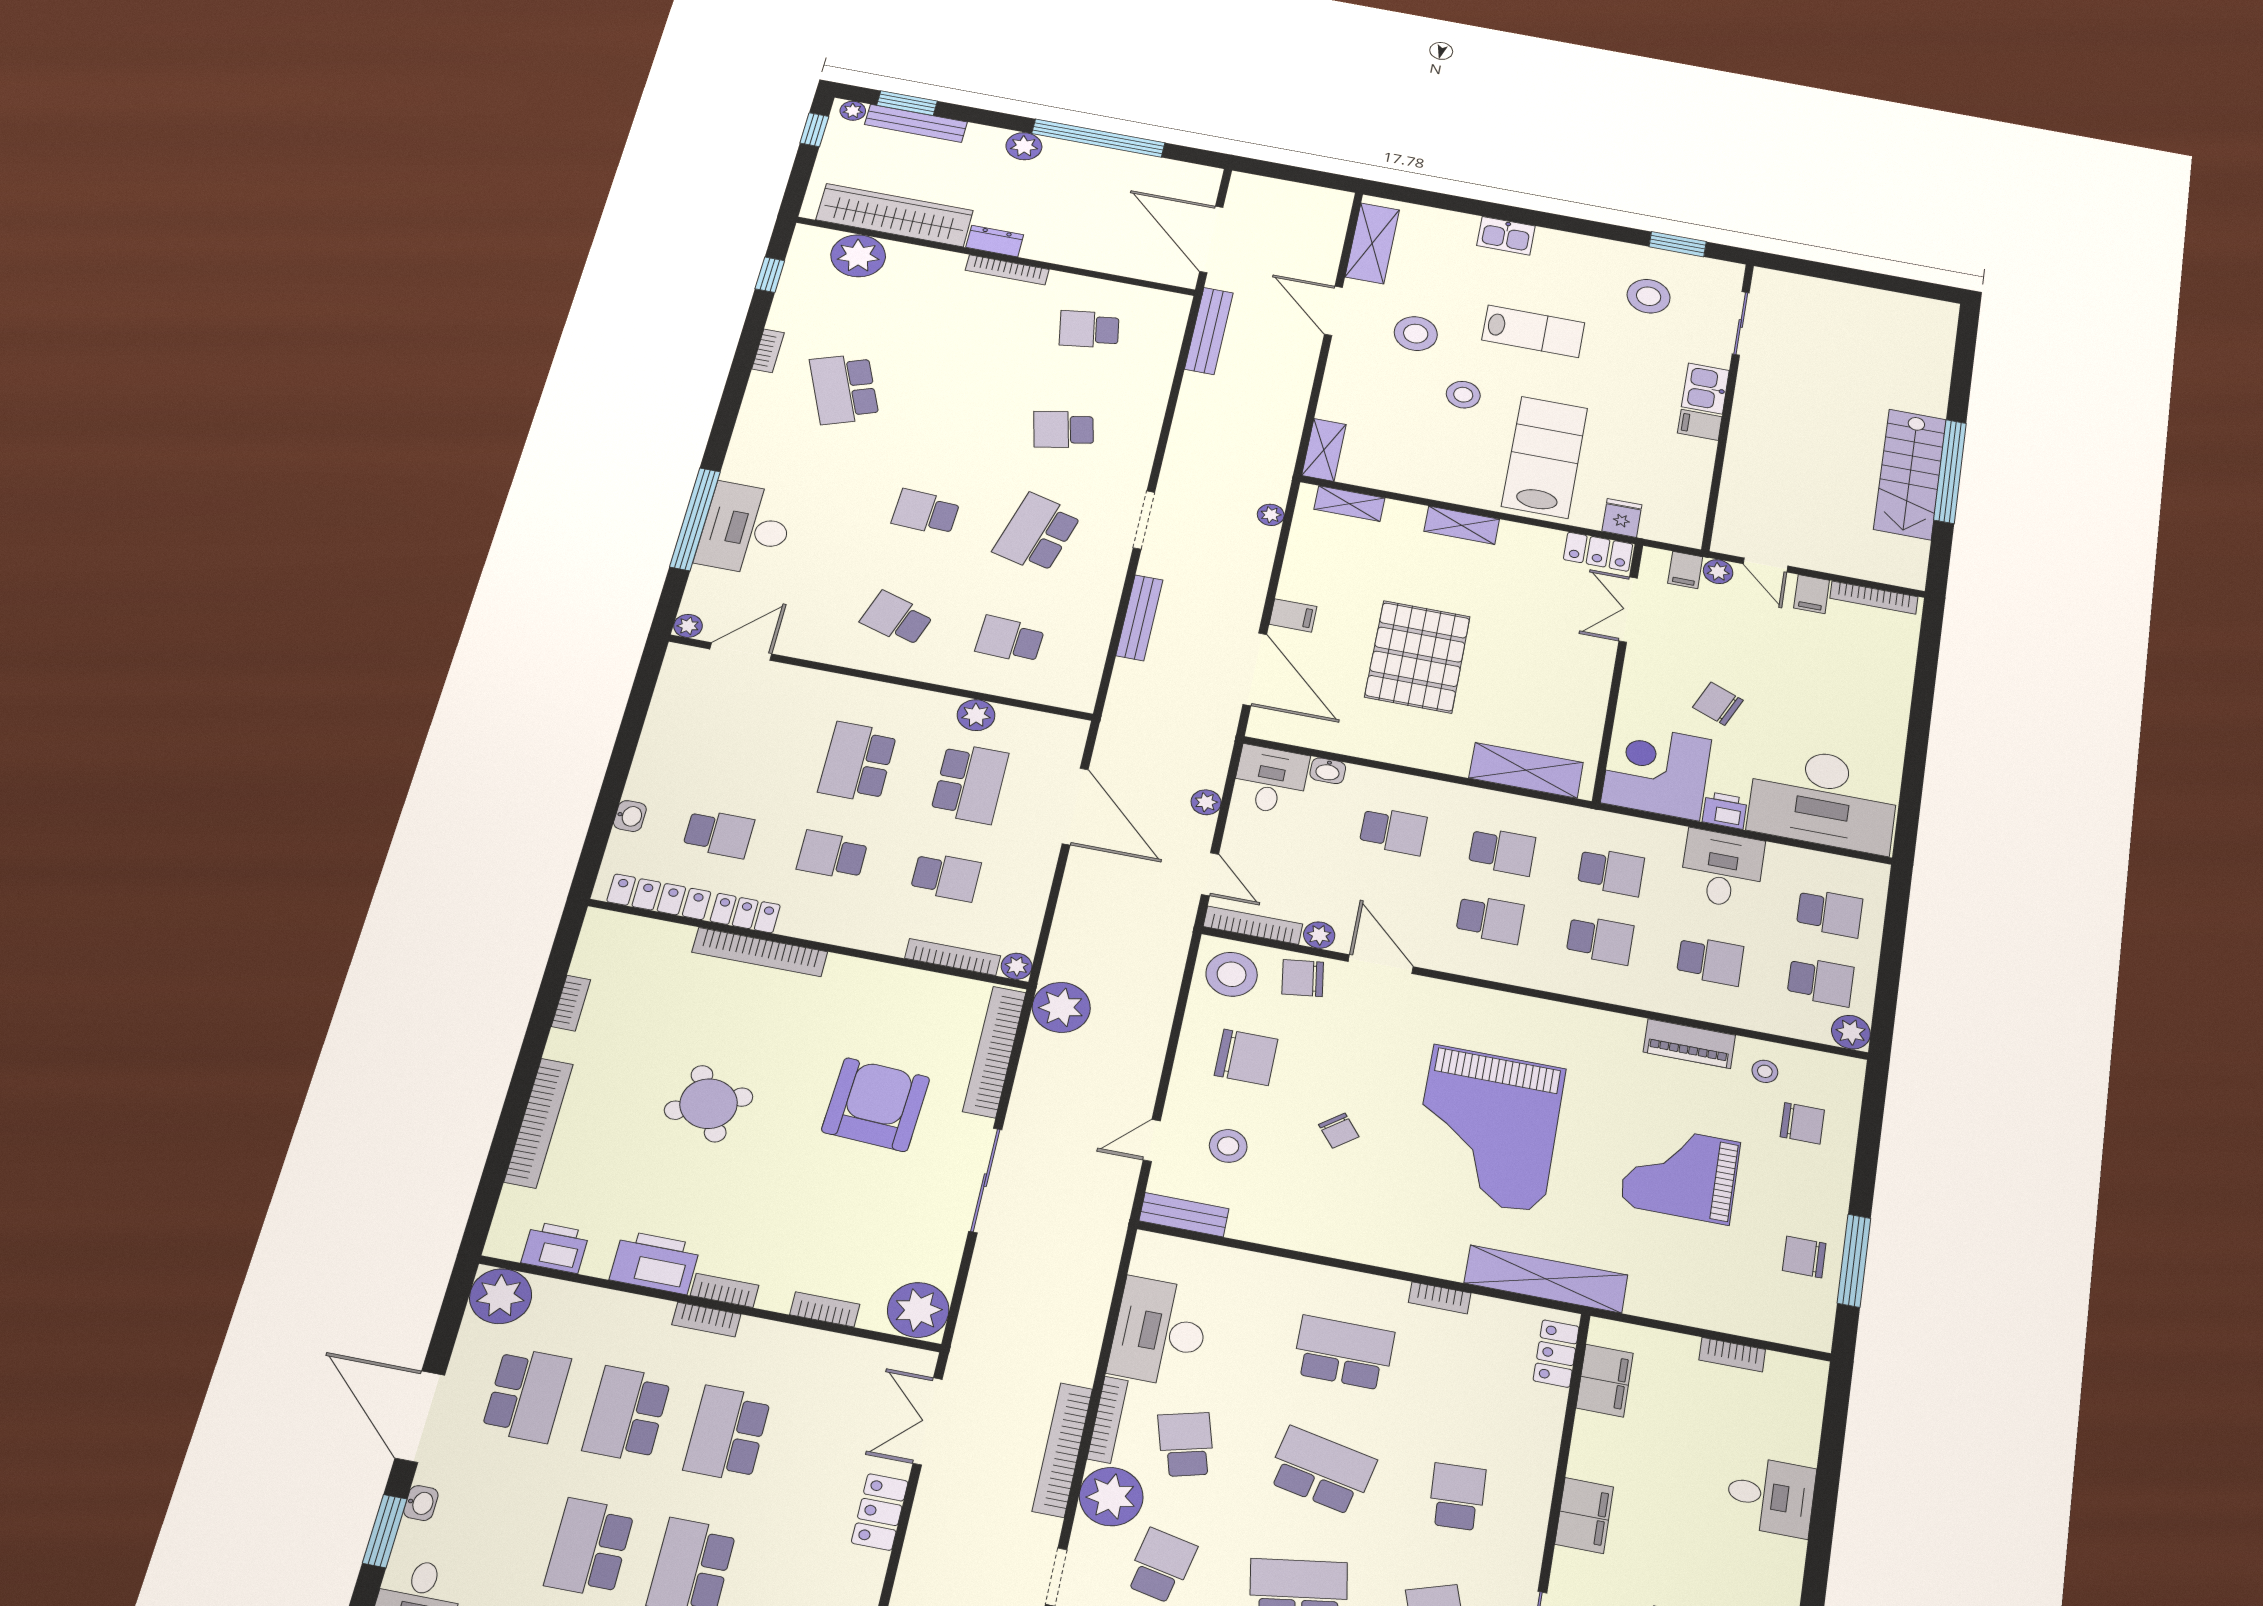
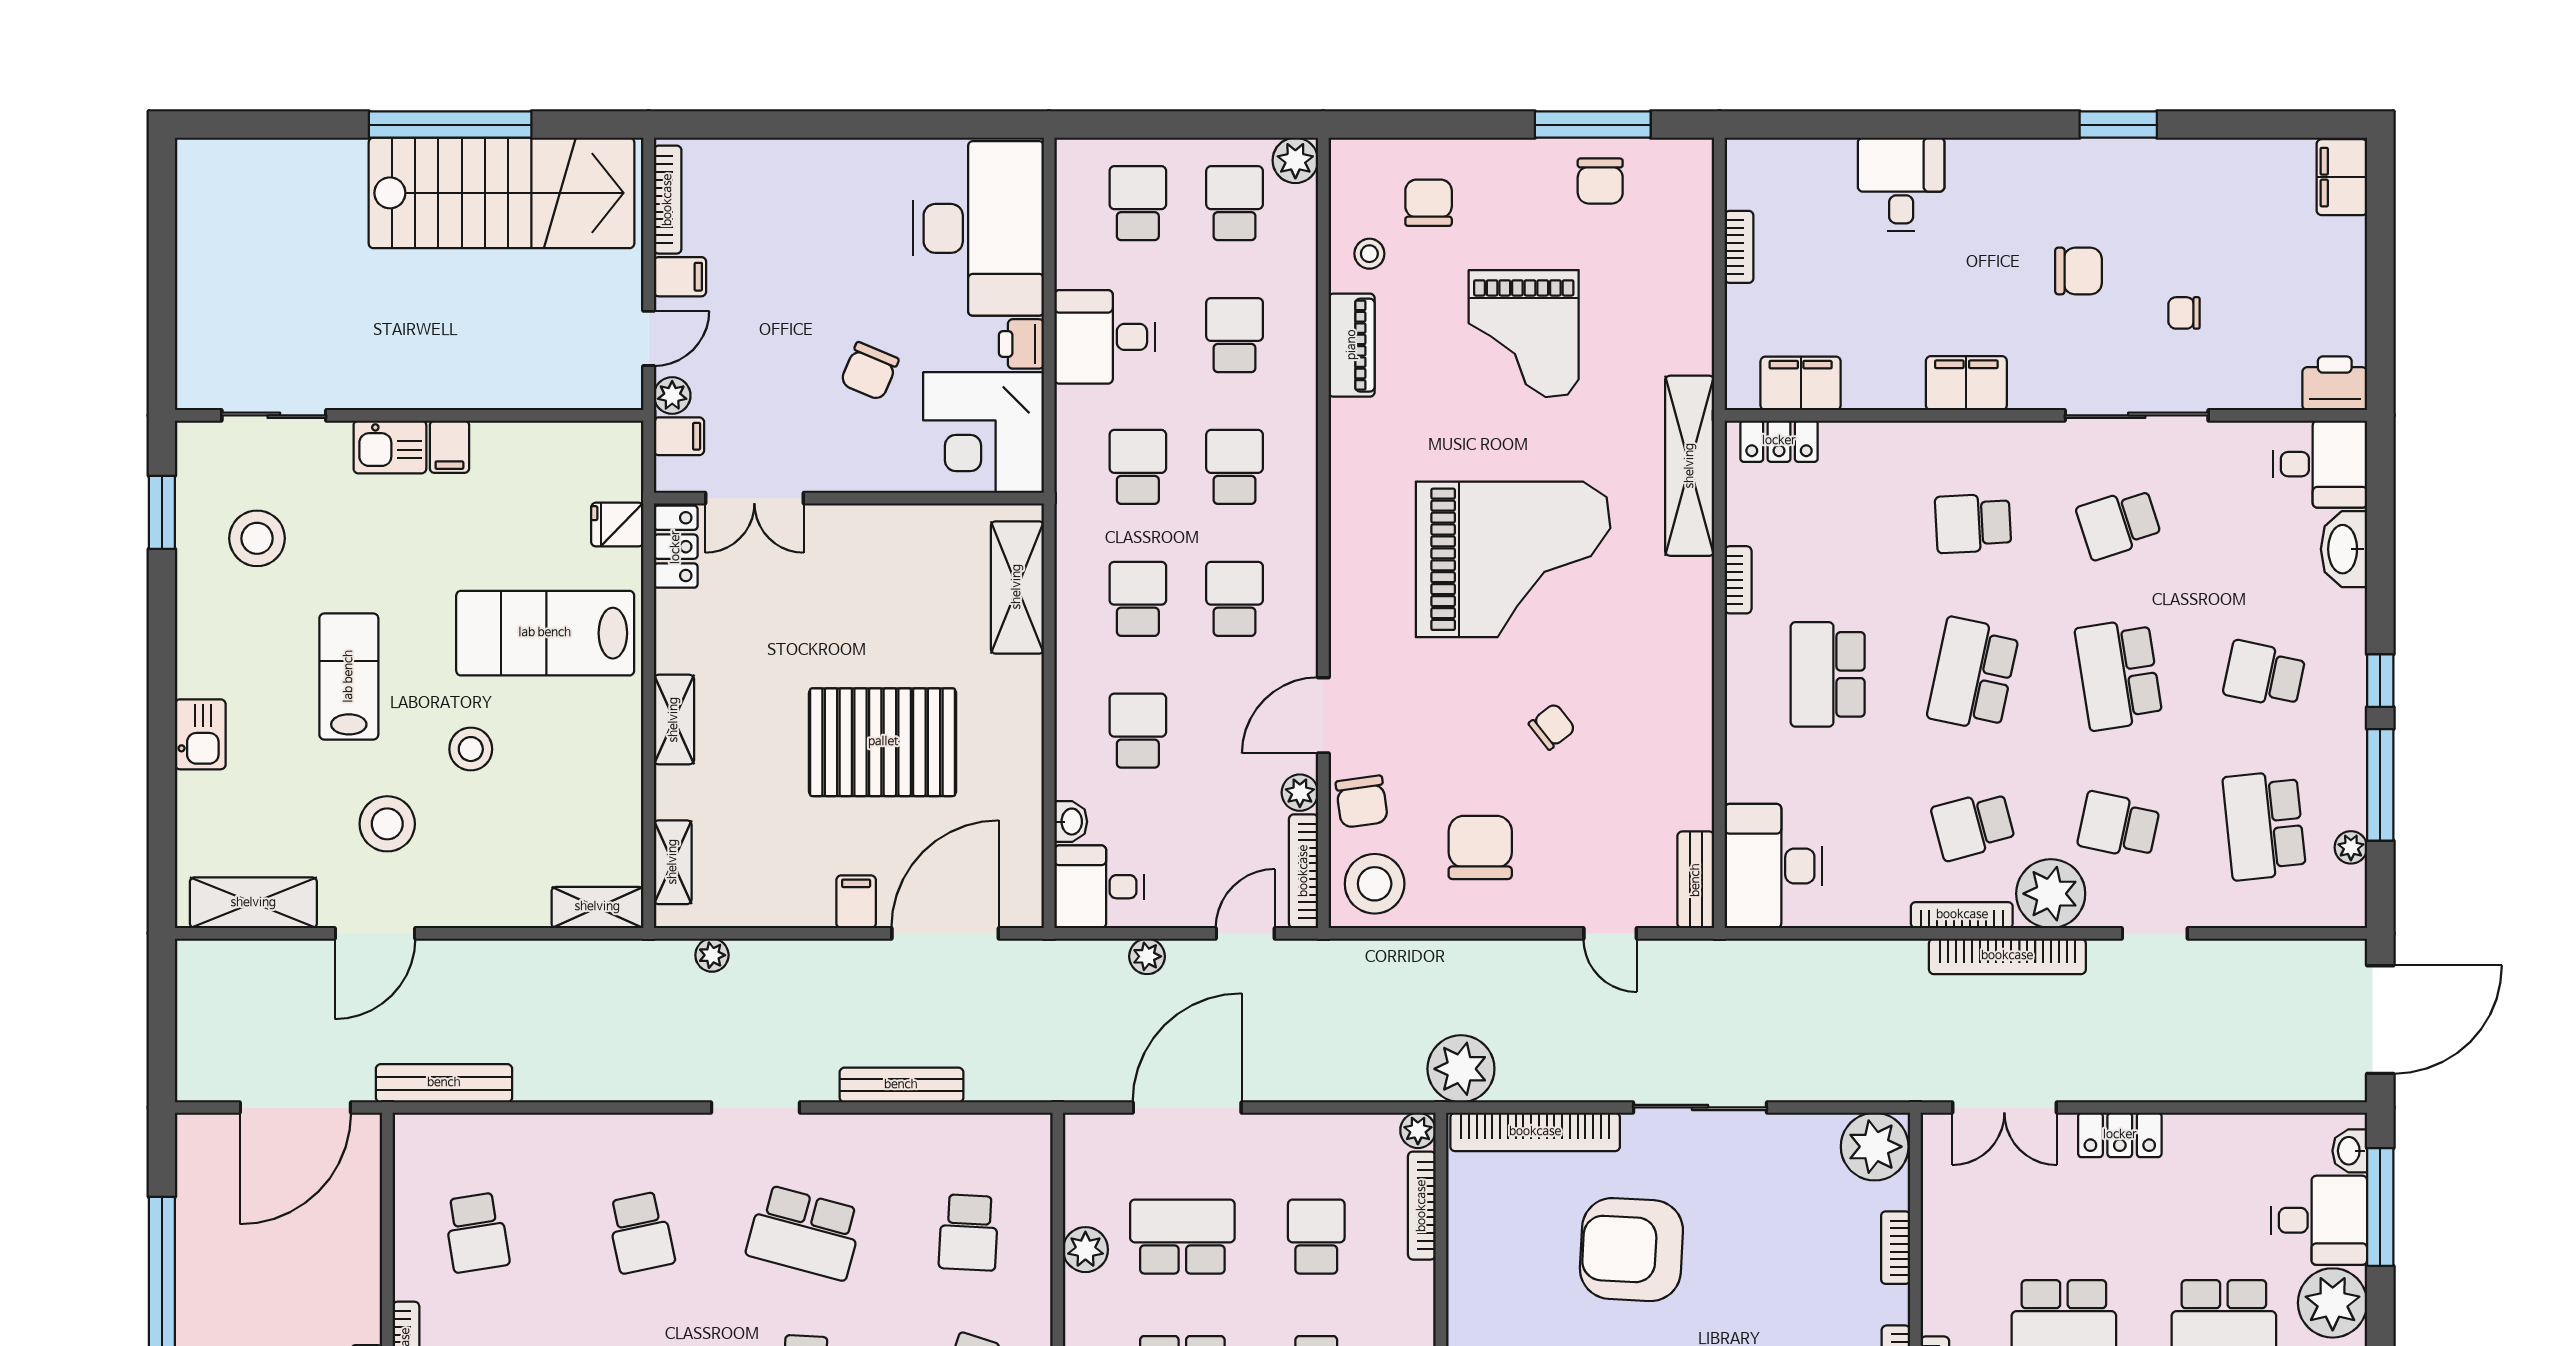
stairs: (1910, 474) -> (501, 193), width x1.36, depth x1.51
stool: (1228, 1146) -> (1599, 847), removed
desk: (1160, 1332) -> (1773, 866), moved, turned 90

